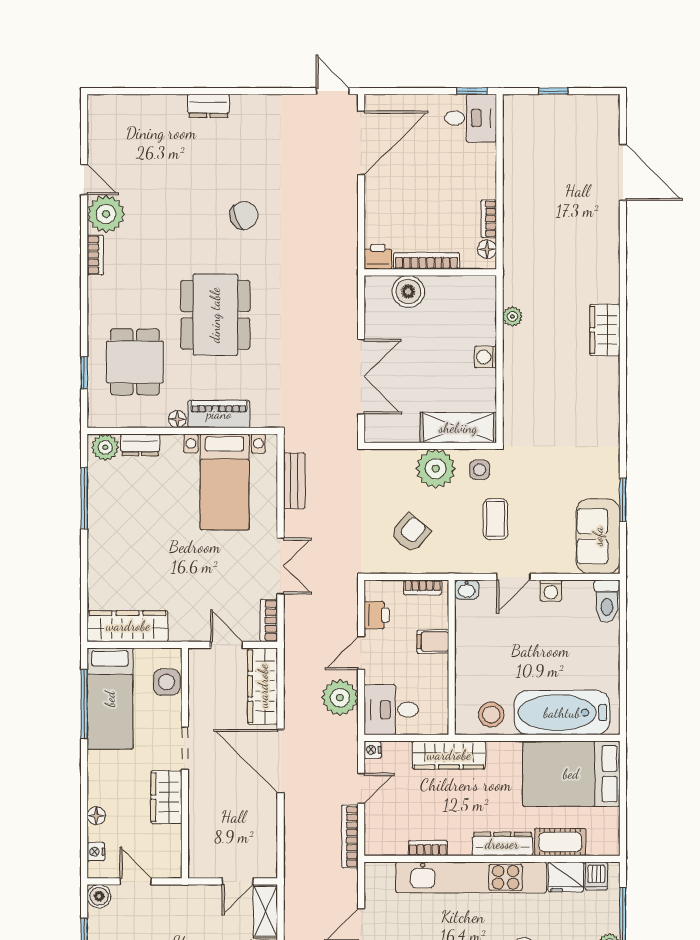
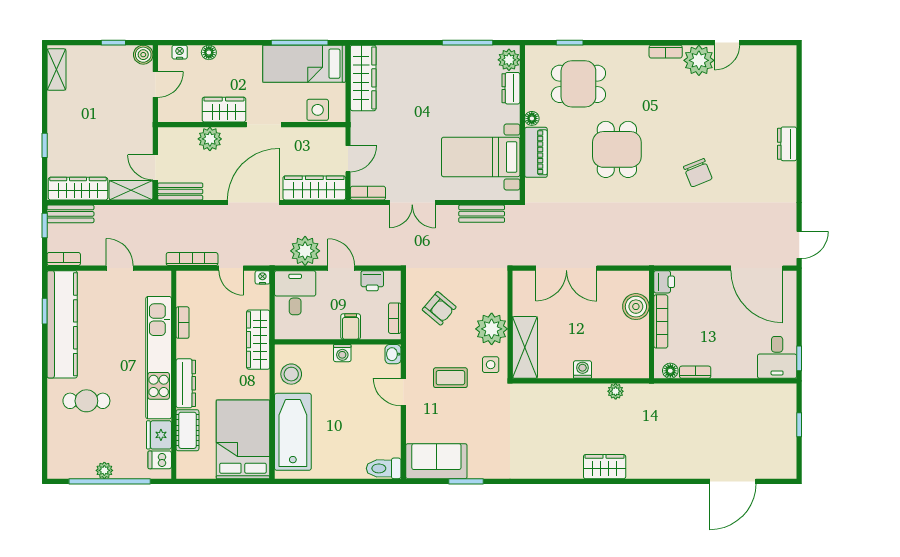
dining table: (215, 315) -> (617, 149), width x0.73
washing machine: (551, 591) -> (342, 353), moved, turned -90
plant: (202, 814) -> (210, 139), added
bench: (267, 851) -> (180, 191), added

